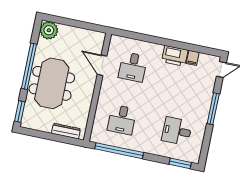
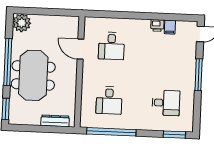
printer: (175, 56) -> (157, 25), width x0.53, depth x0.68
desk: (177, 131) -> (166, 103), turned 180

